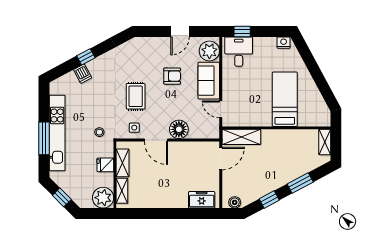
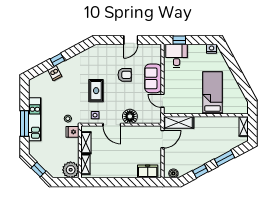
plant: (209, 51) -> (154, 55), removed
kitchen unit: (57, 133) -> (35, 119), width x0.73
fridge: (105, 165) -> (72, 132), moved

